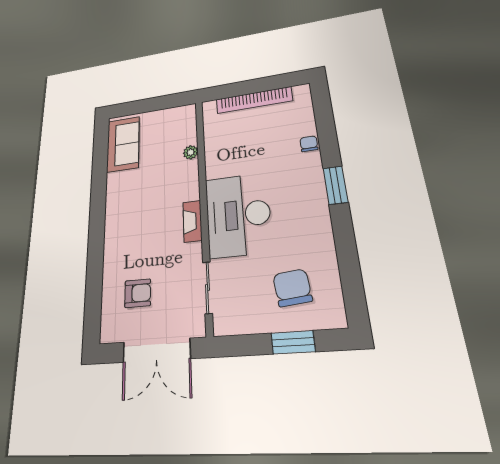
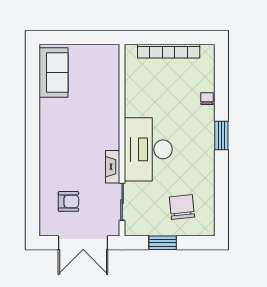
plant: (191, 152) -> (113, 90), removed
fireplace: (192, 221) -> (113, 167), moved
window: (293, 342) -> (163, 243), moved

